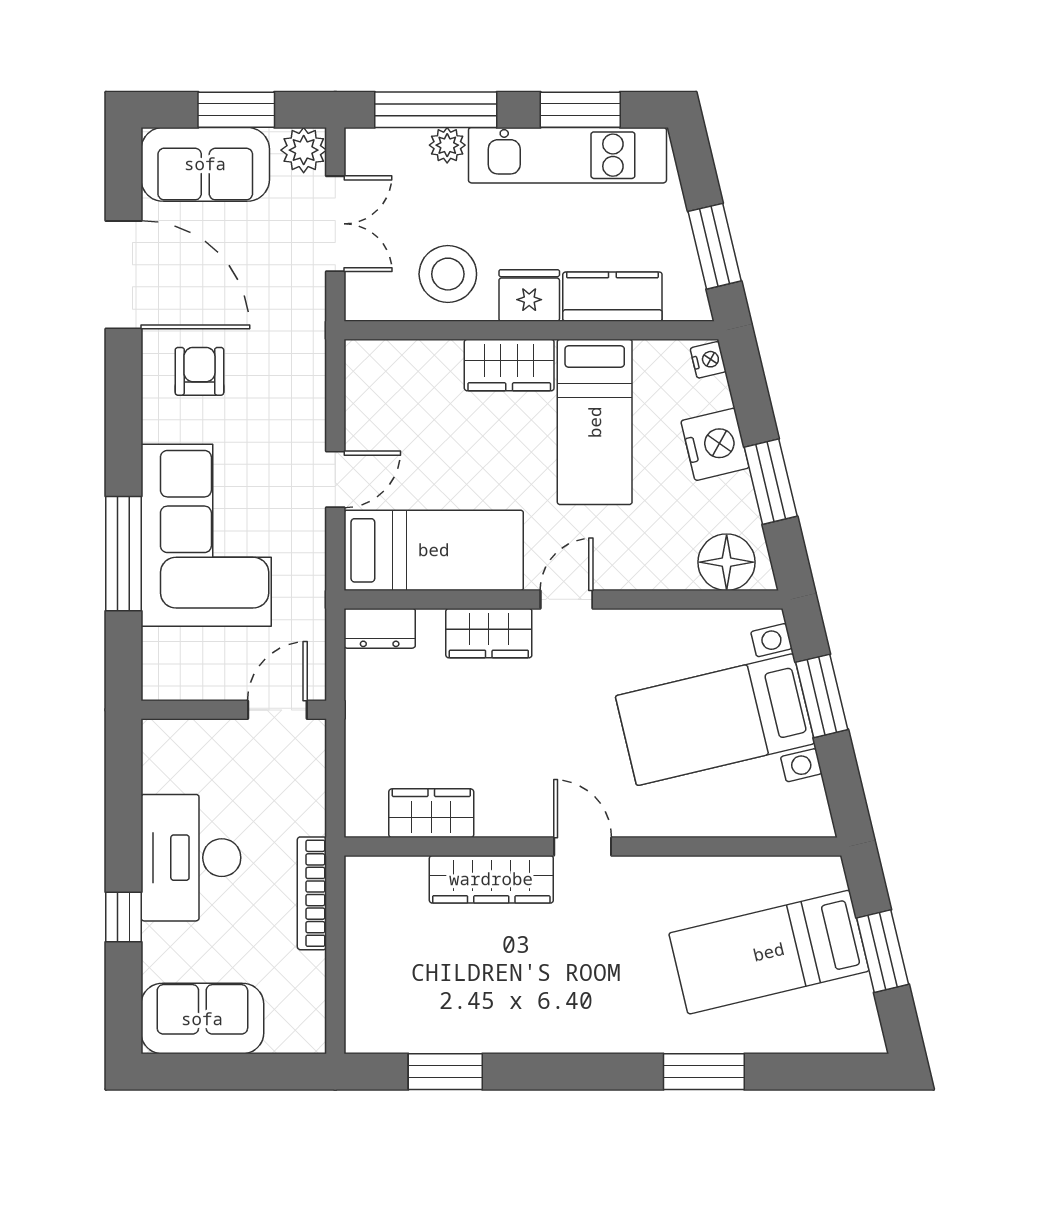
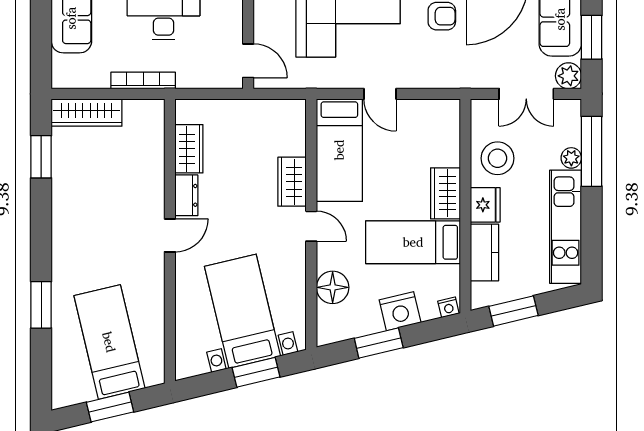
window: (580, 110) -> (592, 234), removed
floor lamp: (727, 562) -> (333, 287), moved
dresser: (380, 628) -> (186, 195), moved, turned 180
wardrobe: (491, 879) -> (87, 113), moved, turned -90

